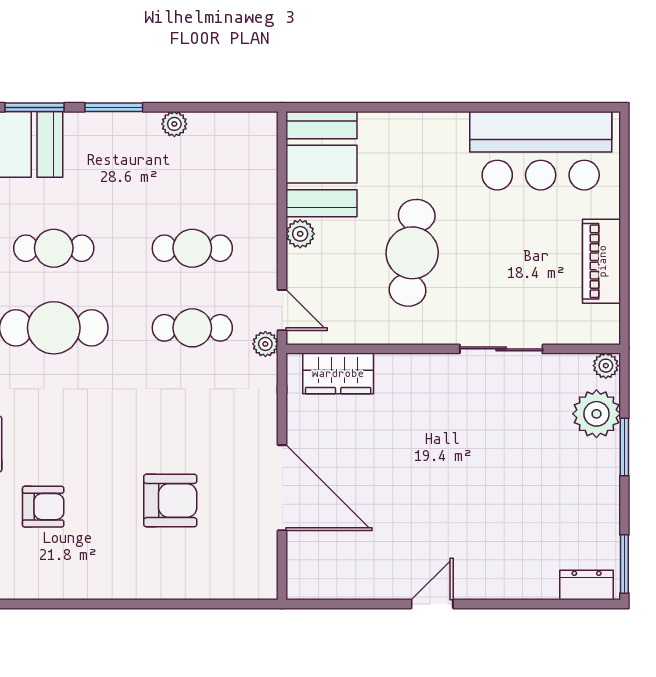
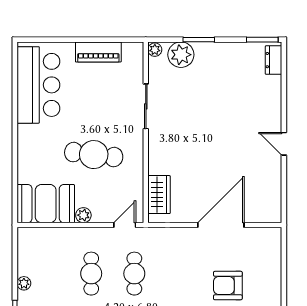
plant: (265, 344) -> (143, 234), removed
armchair: (170, 501) -> (228, 286), turned -90

